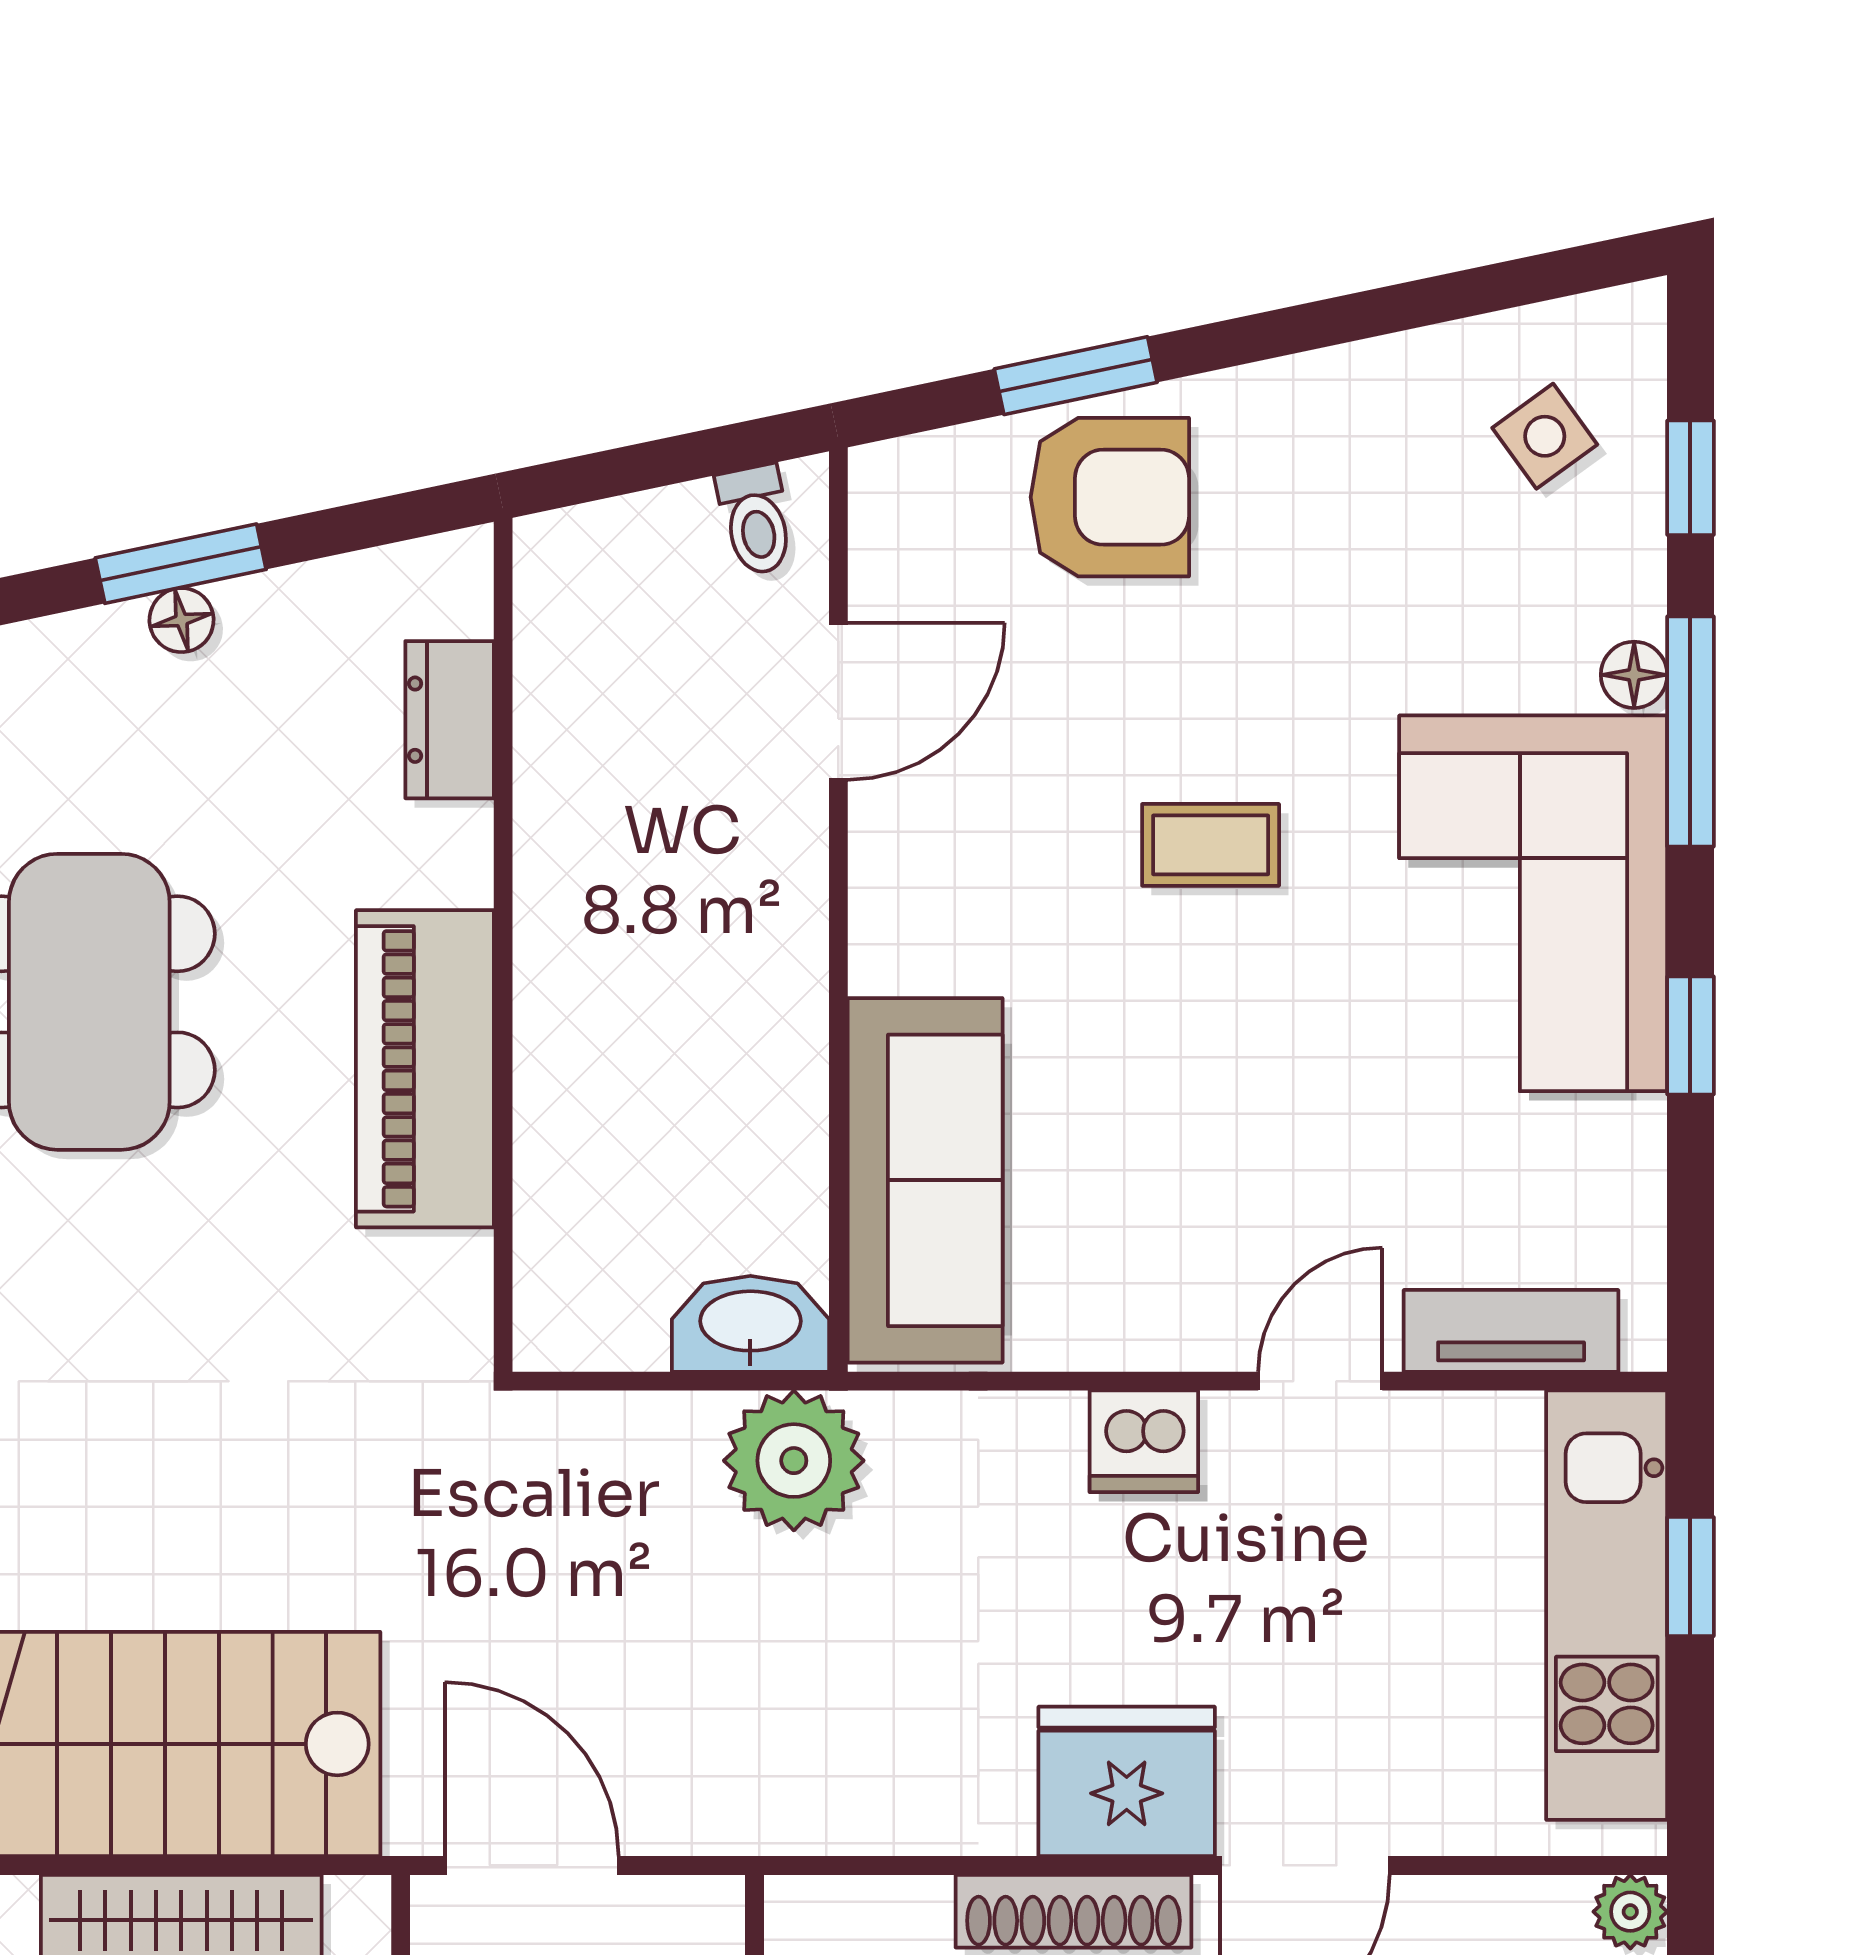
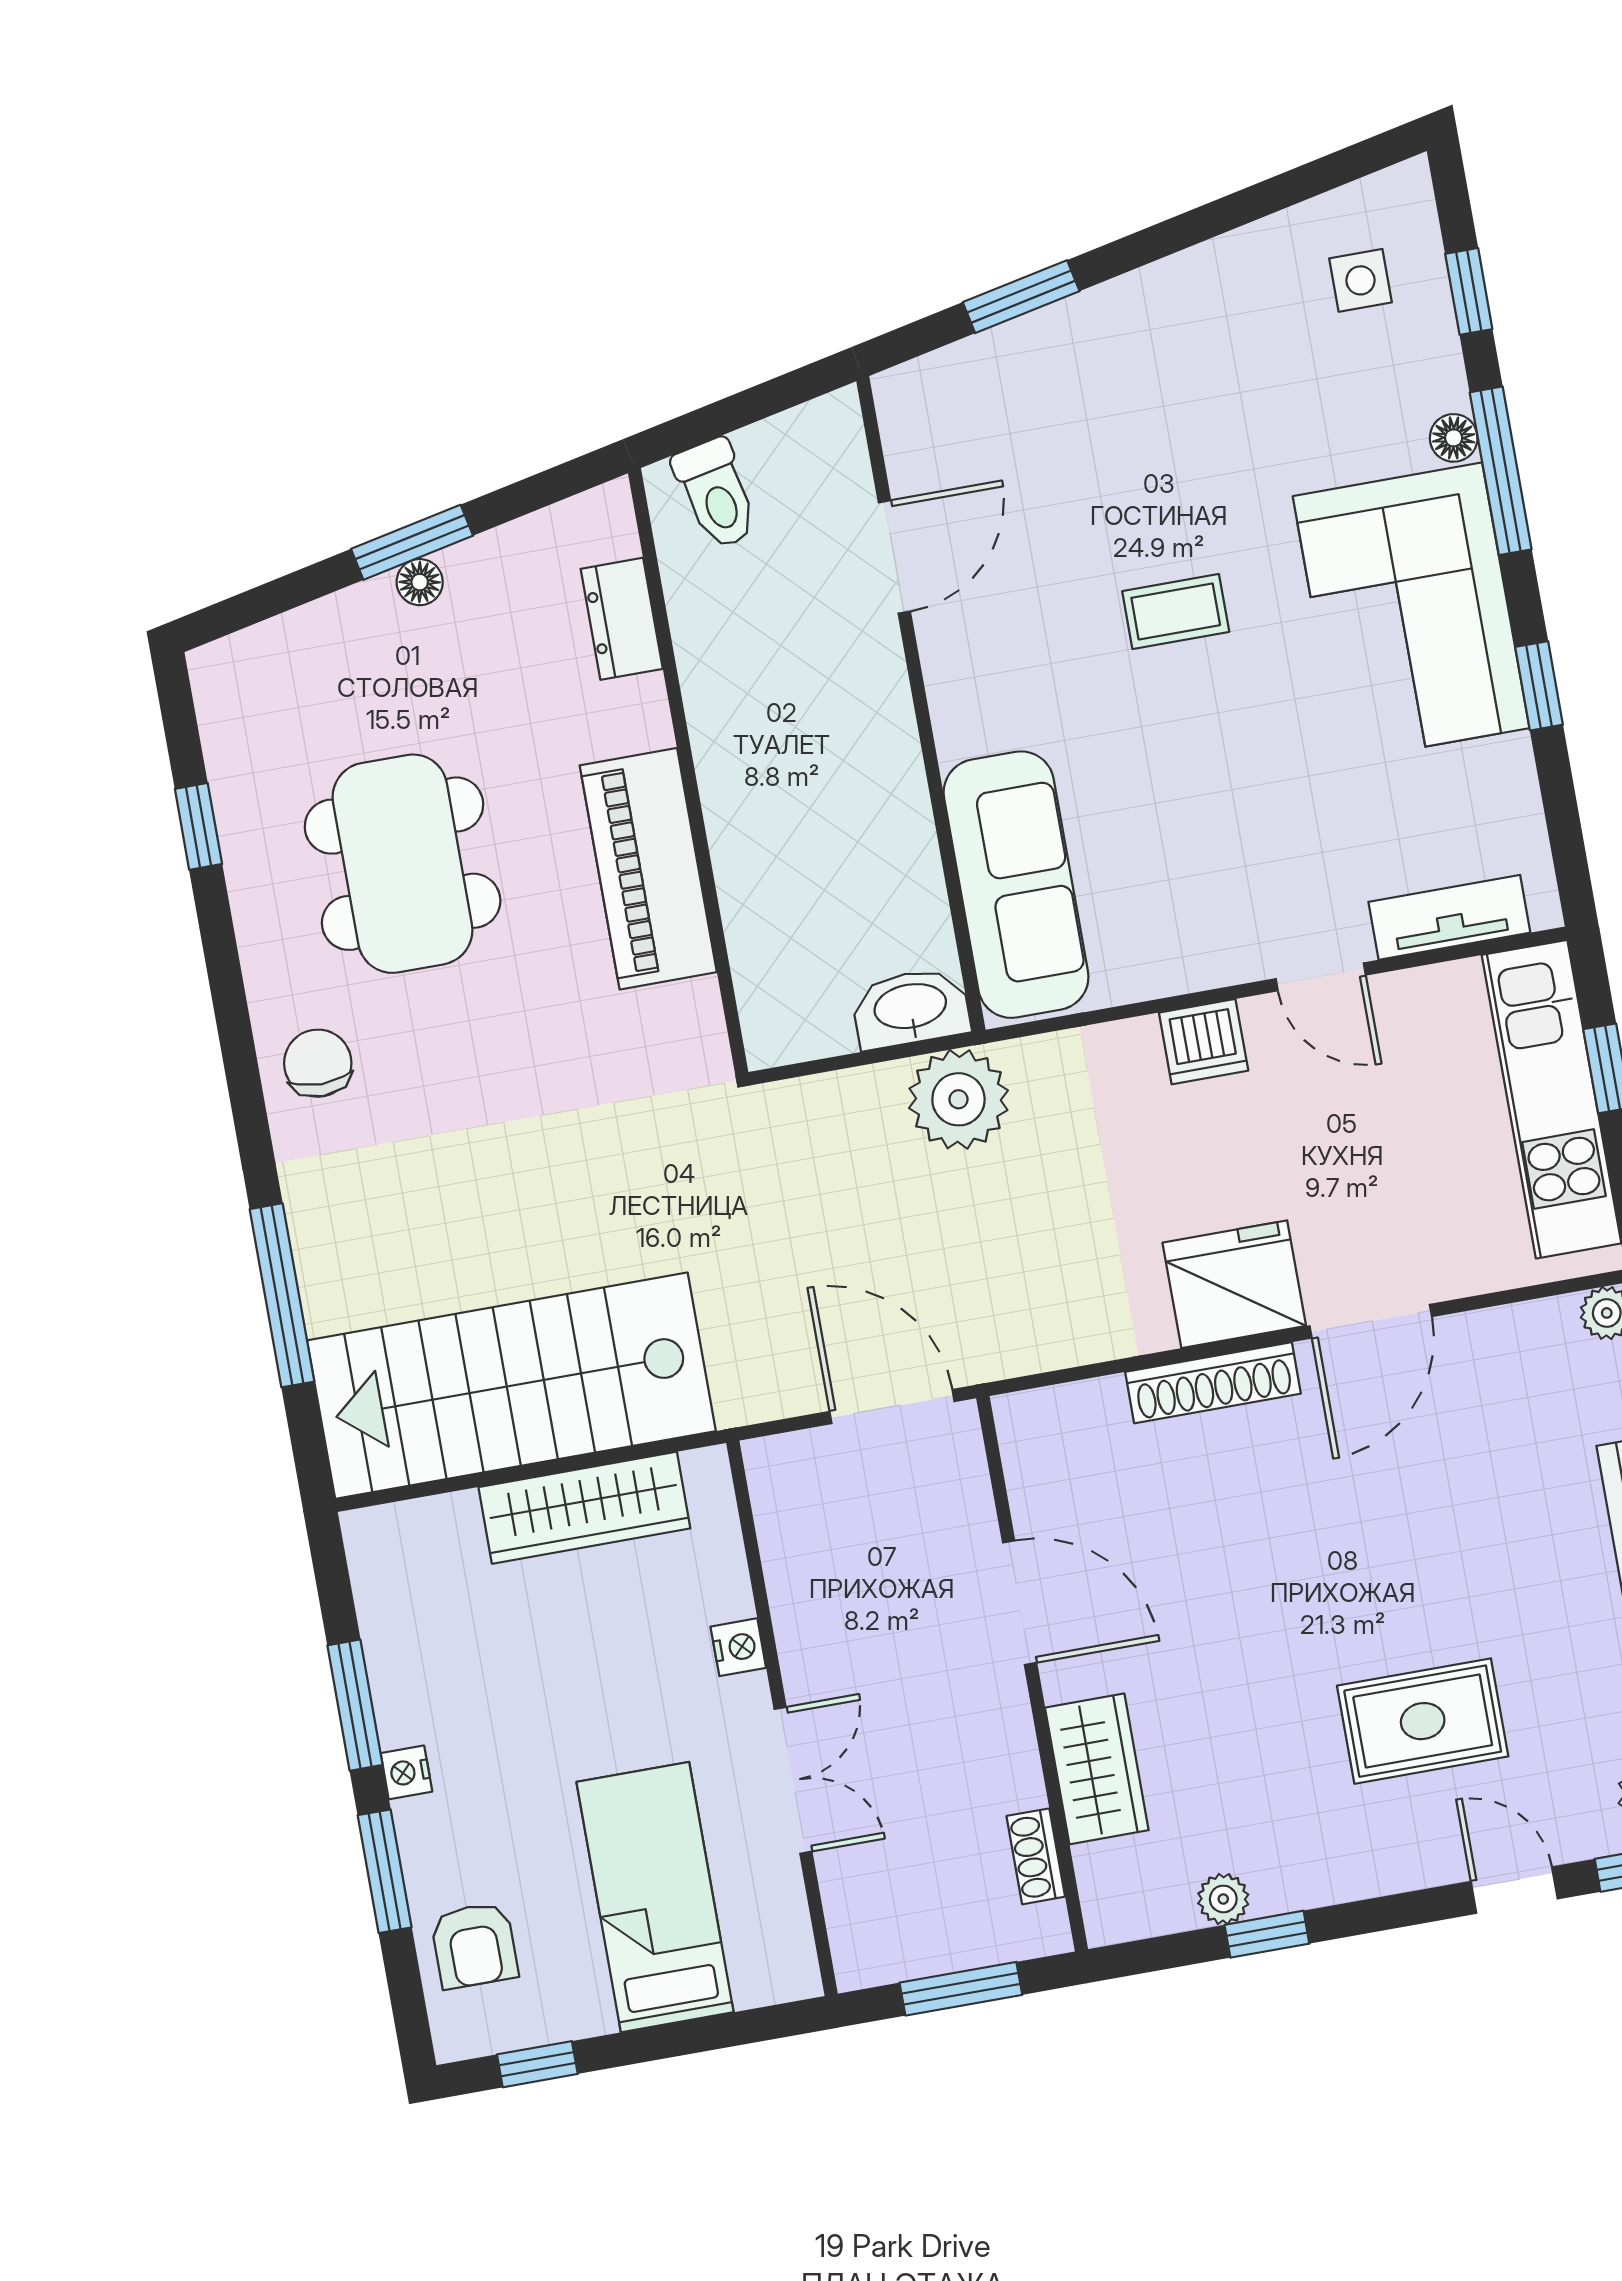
side table: (1545, 436) -> (1360, 280), turned 36
armchair: (1110, 497) -> (1061, 378), removed
toilet: (756, 520) -> (716, 494), moved, width x1.37, depth x1.39
door: (1320, 1381) -> (1321, 977), swing flipped
door: (532, 1865) -> (892, 1407), moved

